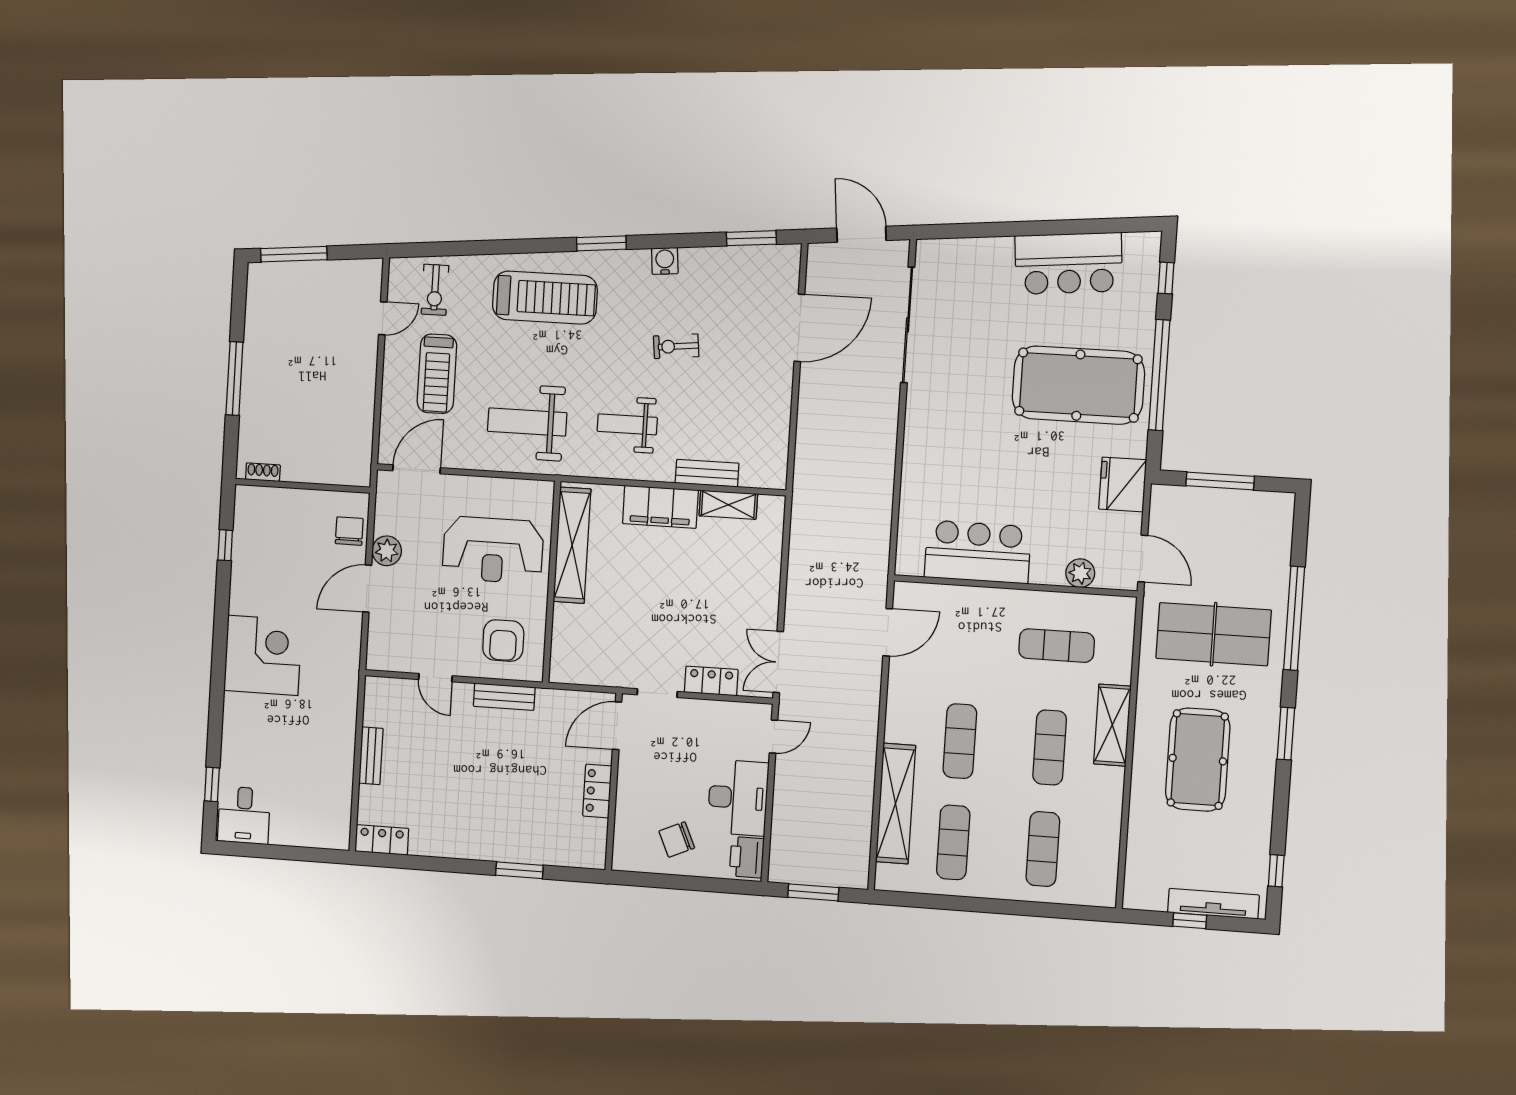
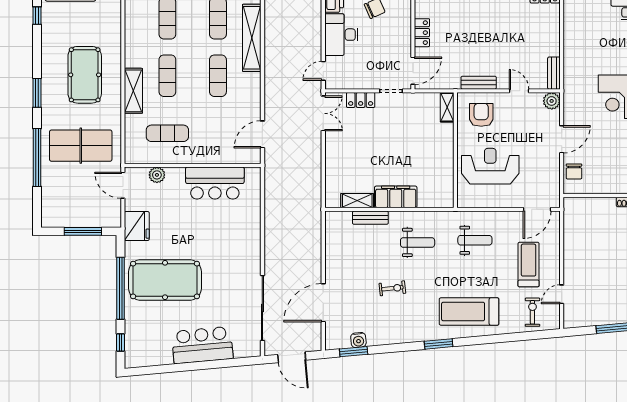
water cooler: (665, 261) -> (358, 340), moved
bar counter: (1069, 263) -> (202, 345), moved
weight bench: (527, 422) -> (475, 240), width x0.73, depth x0.75
shelving: (572, 545) -> (447, 107), moved, width x0.45, depth x0.75
plant: (387, 551) -> (552, 101), moved
bench: (371, 756) -> (554, 73), moved

